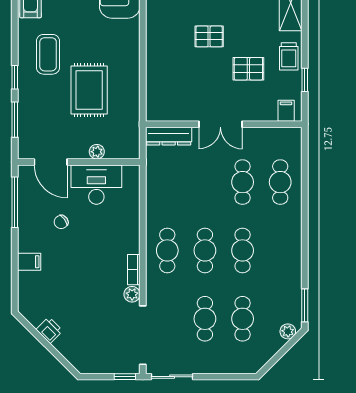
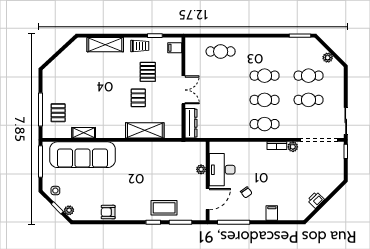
pallet: (209, 36) -> (138, 98), moved
coffee table: (48, 54) -> (164, 208), moved
shelving: (157, 64) -> (145, 130), added
rug: (89, 90) -> (161, 174), removed
cafe table: (243, 182) -> (221, 76), removed
plant: (288, 331) -> (328, 58), moved

